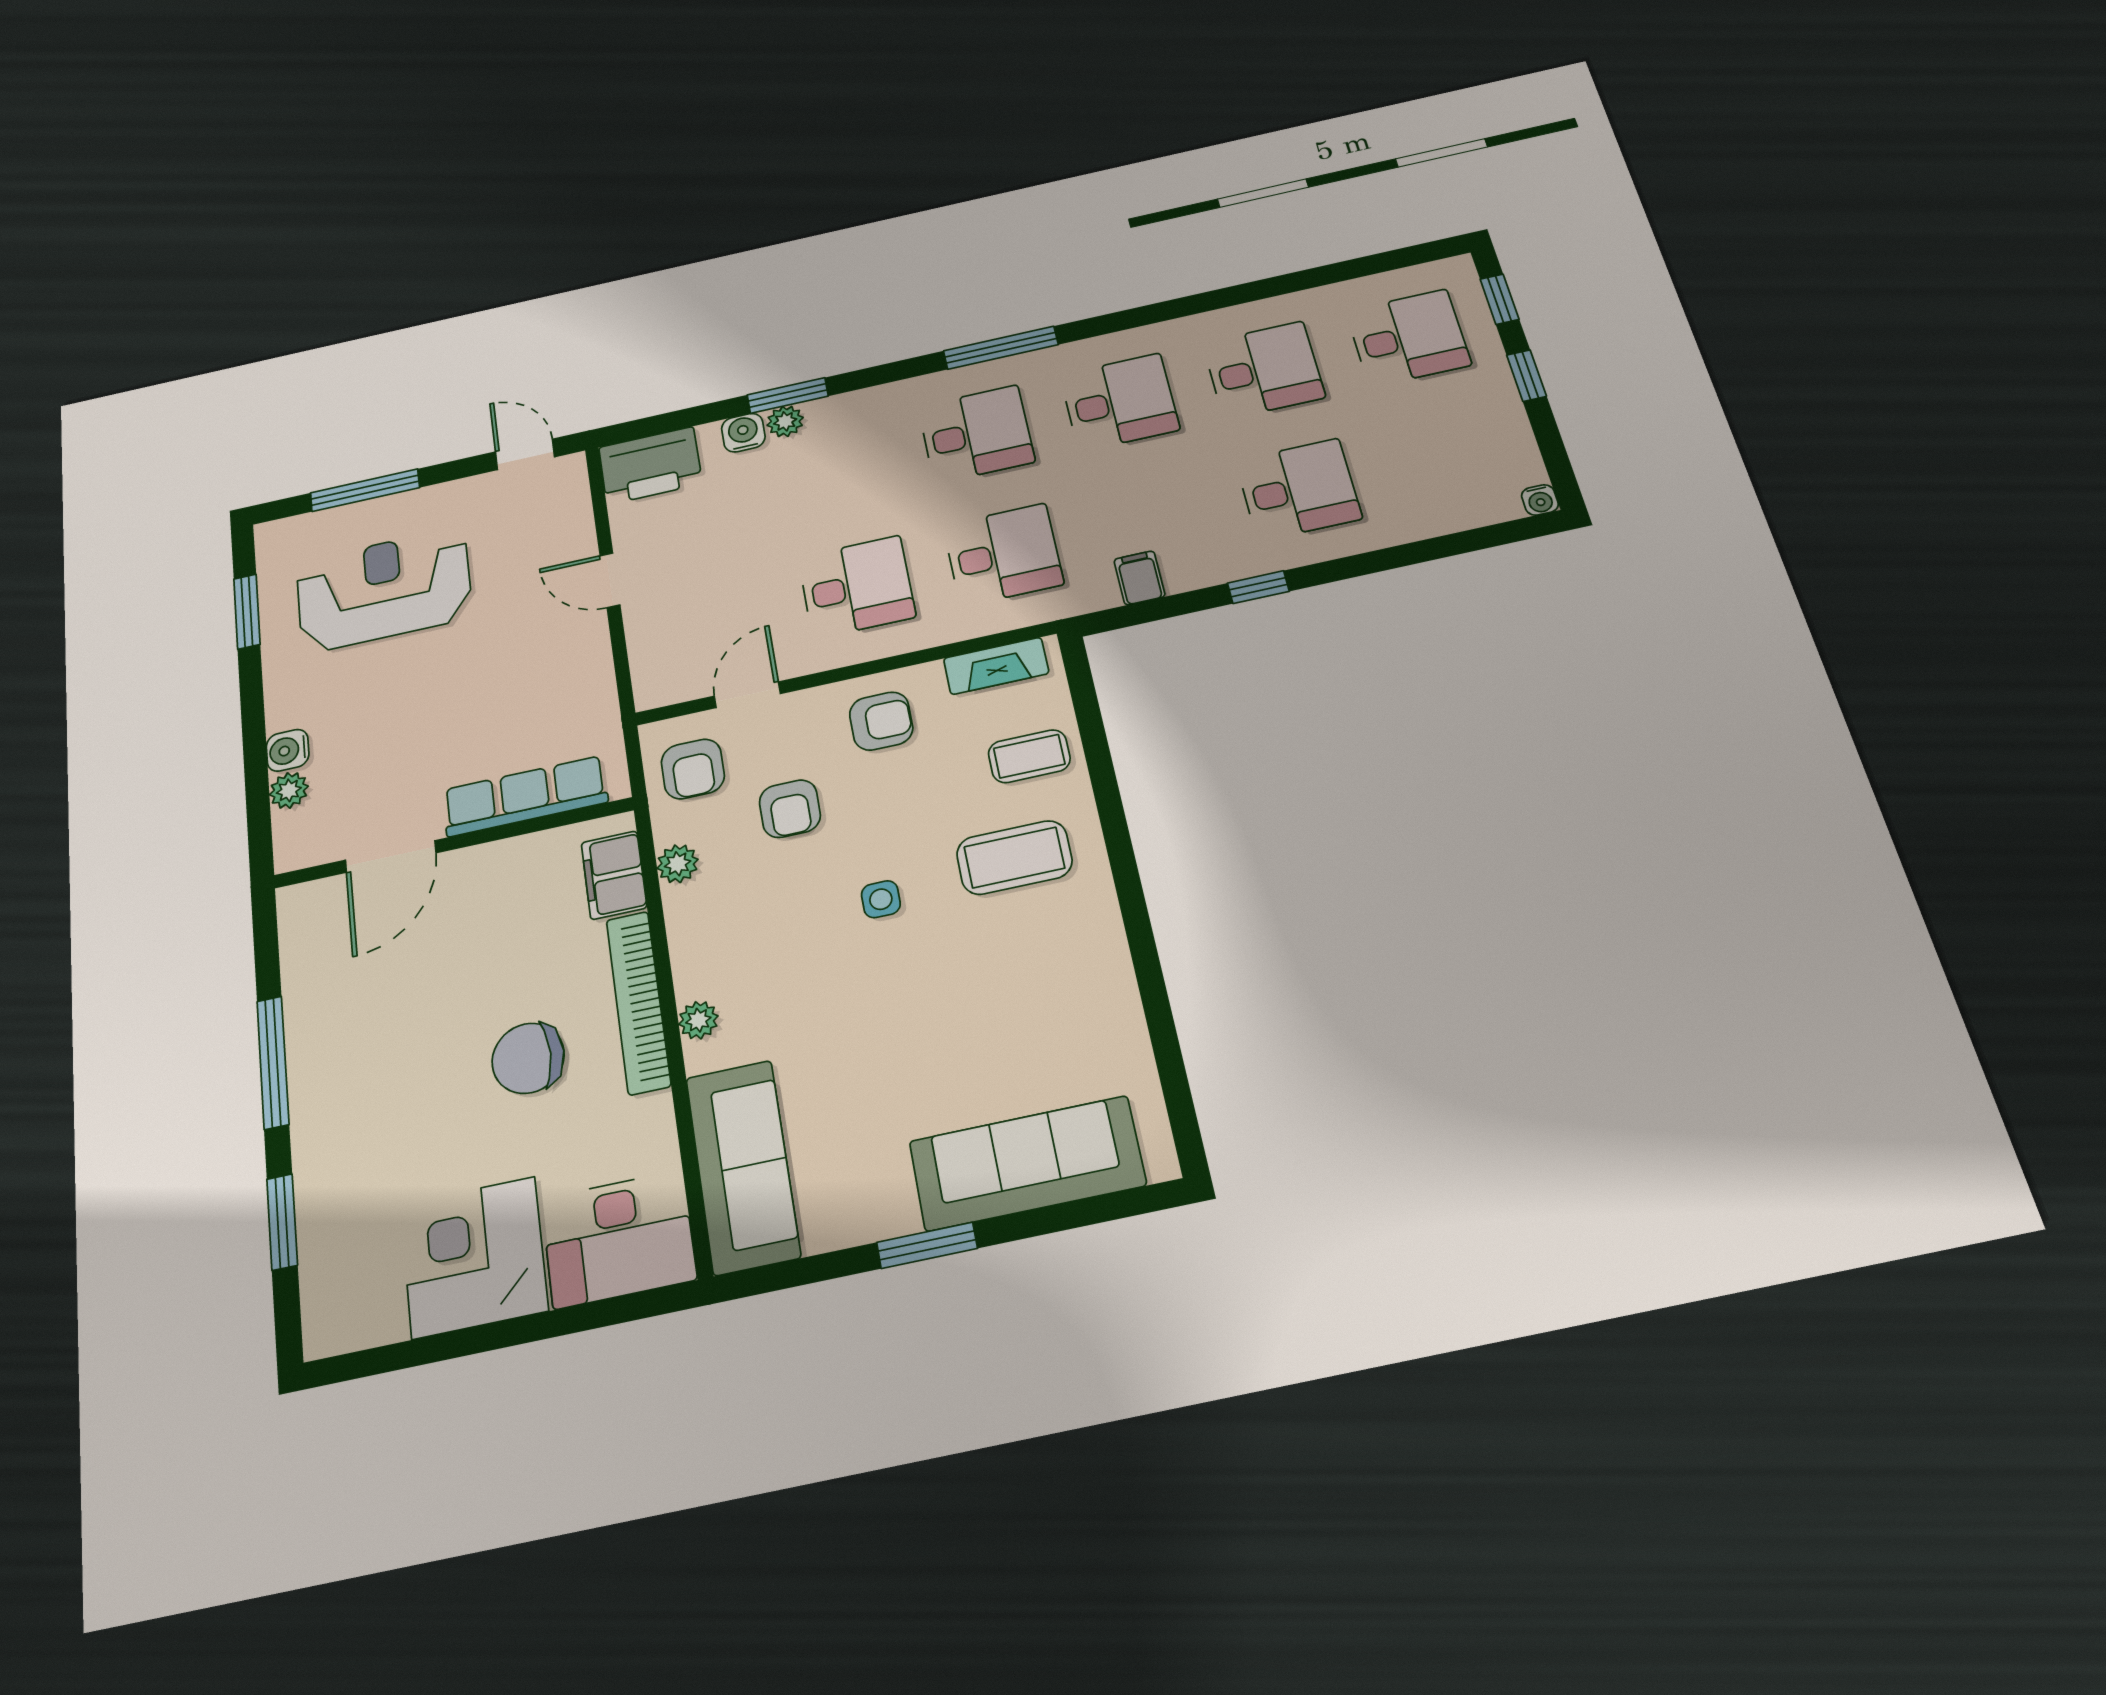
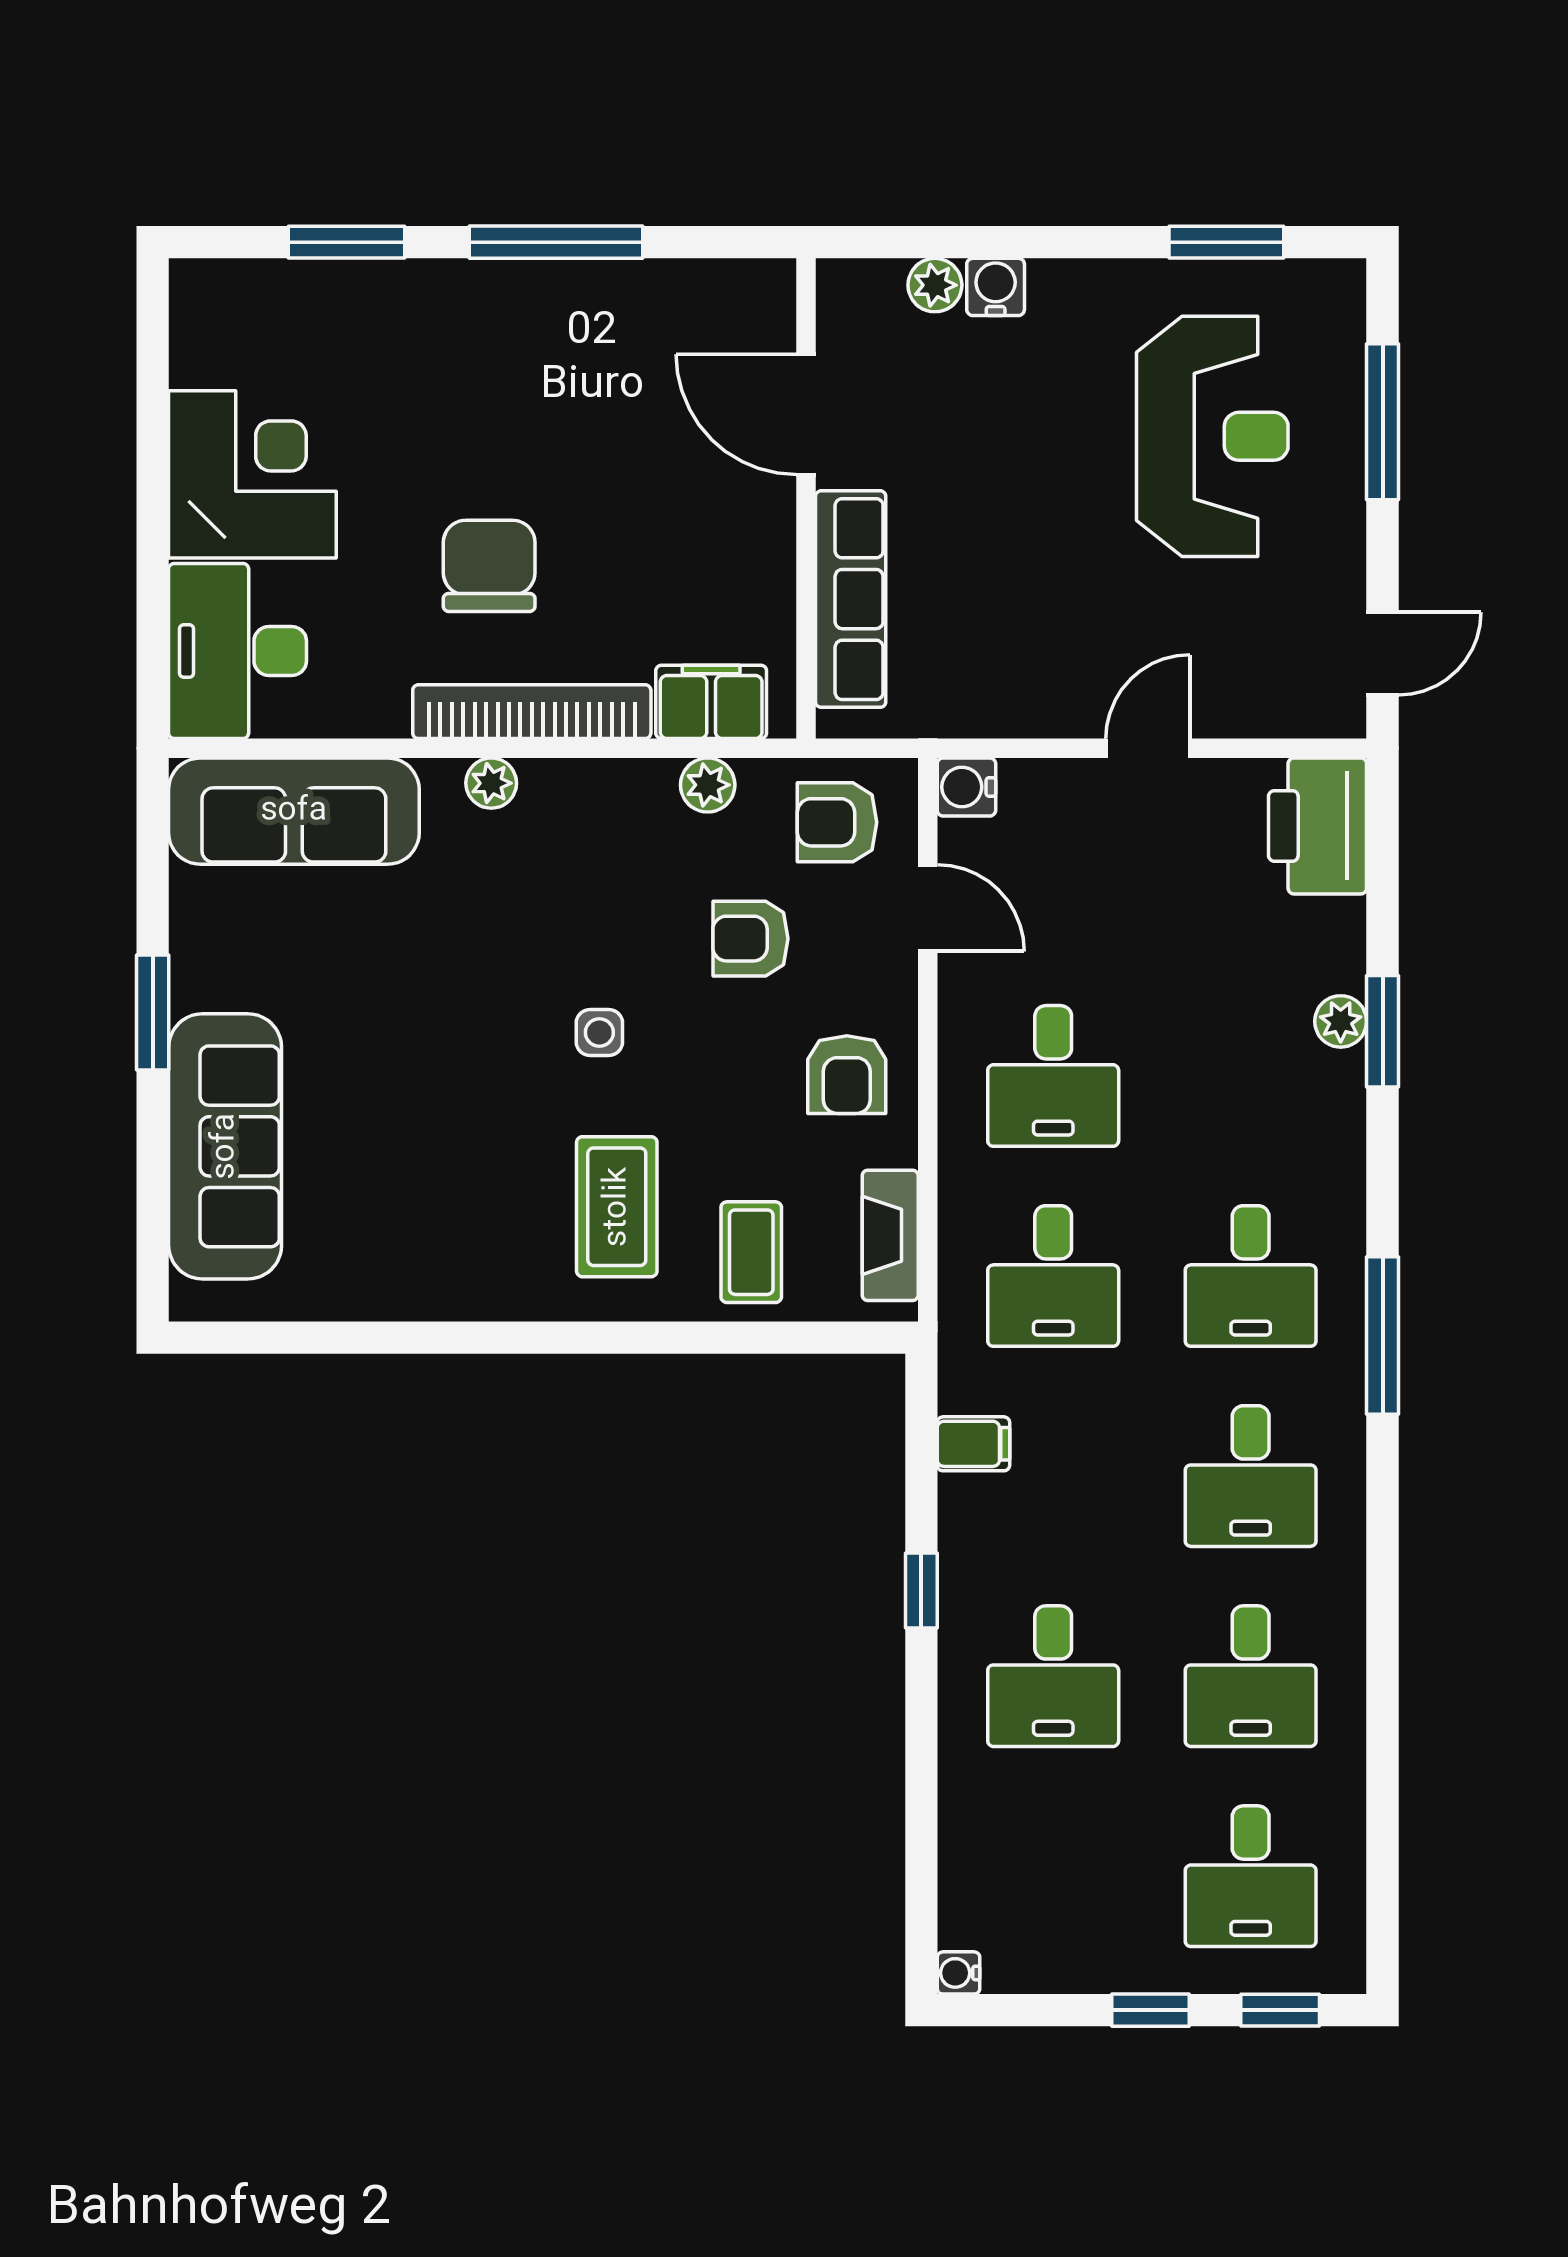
water cooler: (743, 433) -> (966, 787), moved, turned 180

